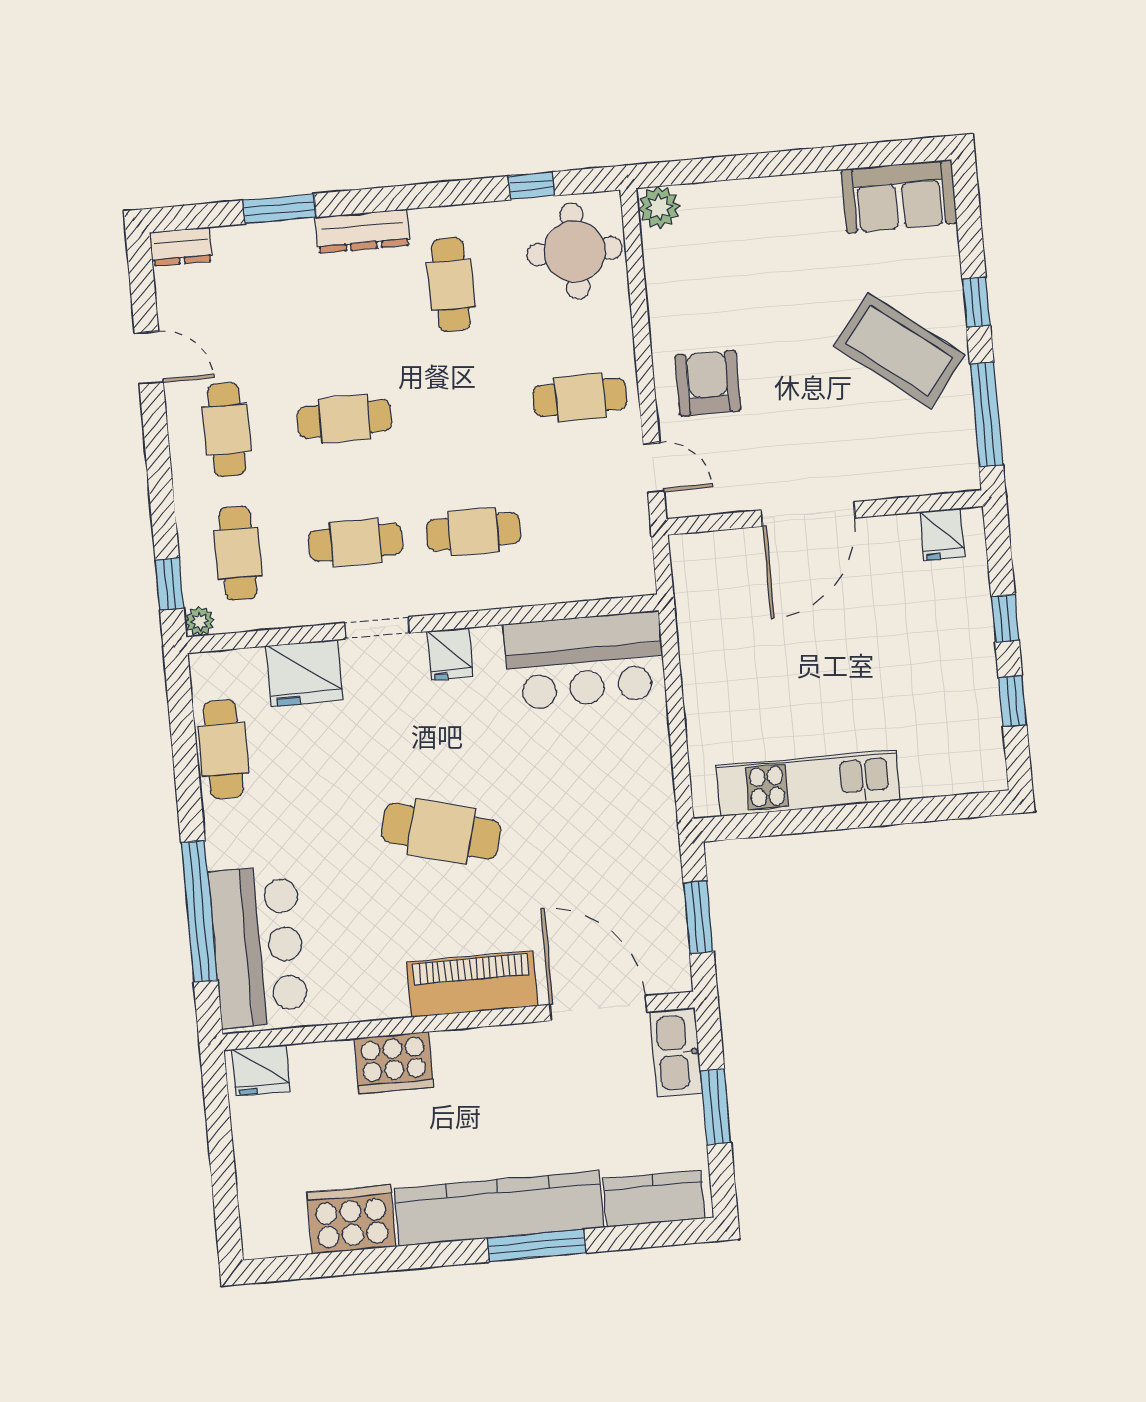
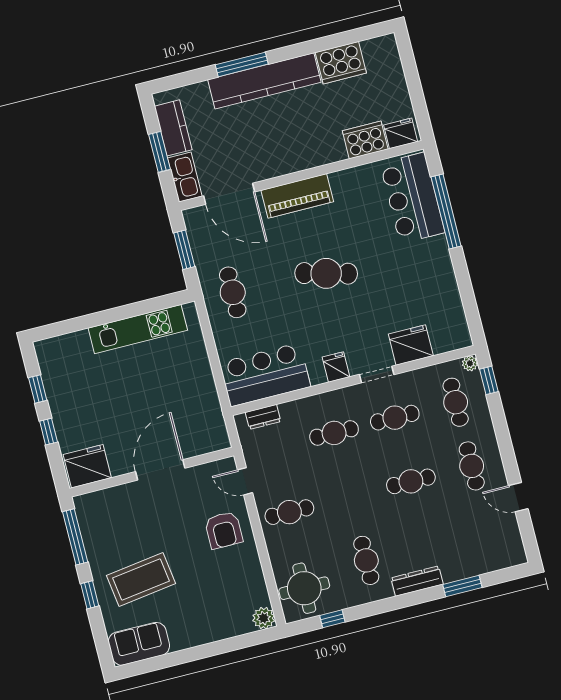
dresser: (181, 247) -> (263, 417), moved, turned 180
coffee table: (899, 351) -> (141, 580), moved, turned -46
fridge: (942, 534) -> (87, 466), width x1.88, depth x1.34
cafe table: (223, 749) -> (233, 292), moved
cooker: (394, 1063) -> (365, 140), moved
kitchen counter: (654, 1199) -> (173, 128), moved, turned -90

